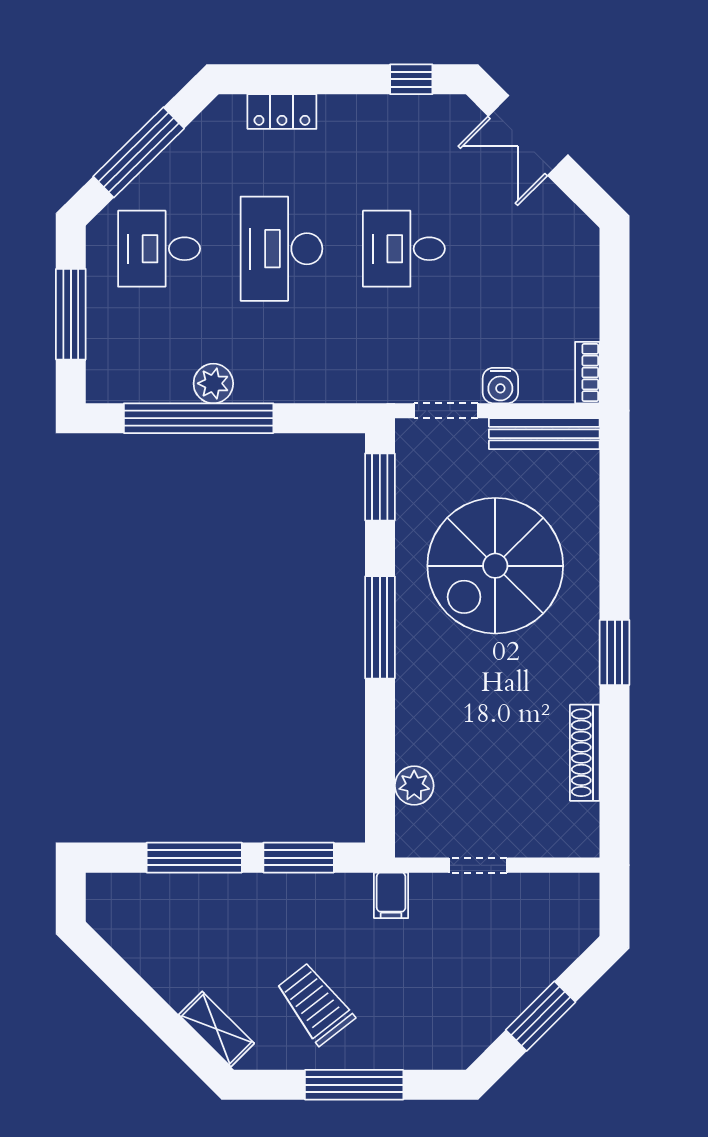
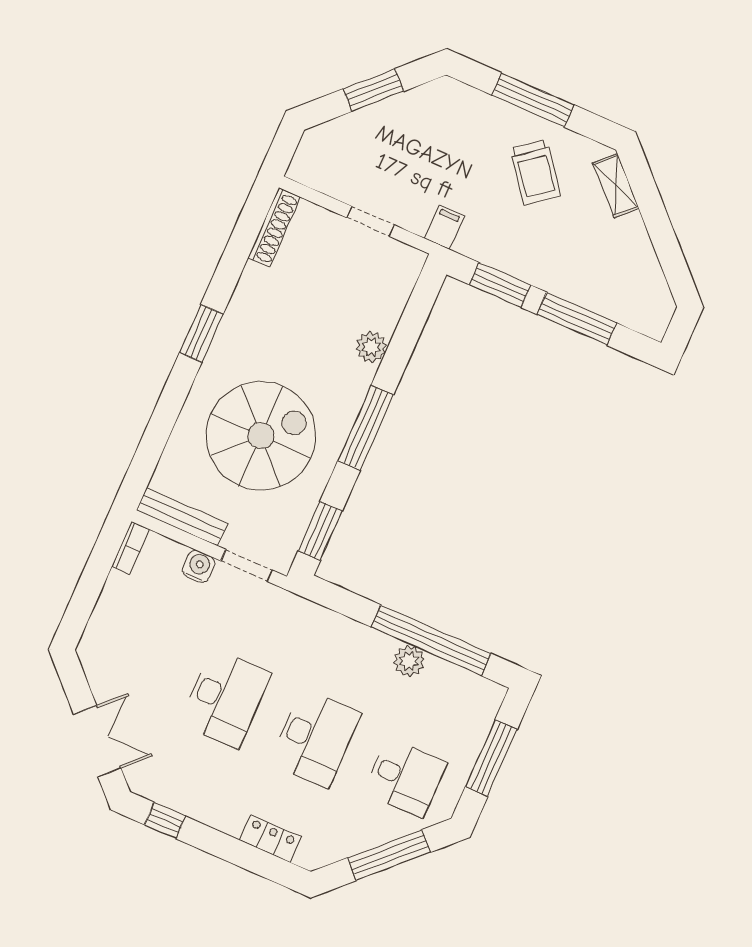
desk: (404, 249) -> (225, 698), width x1.37
shoe rack: (585, 753) -> (274, 227), moved
plant: (414, 786) -> (371, 347), moved

